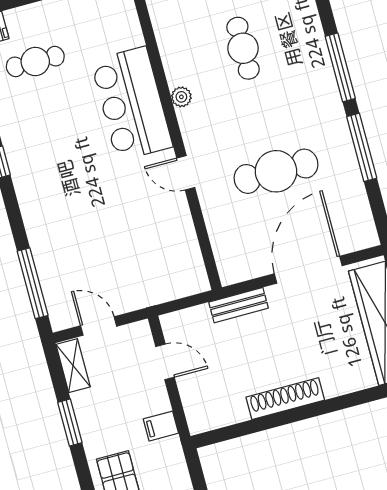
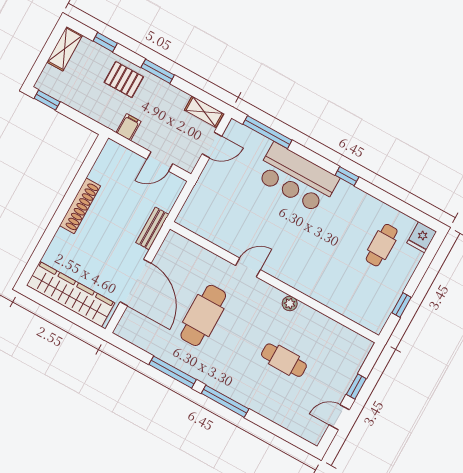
bar counter: (132, 104) -> (297, 178), moved, turned 180
window: (70, 422) -> (158, 71), moved

